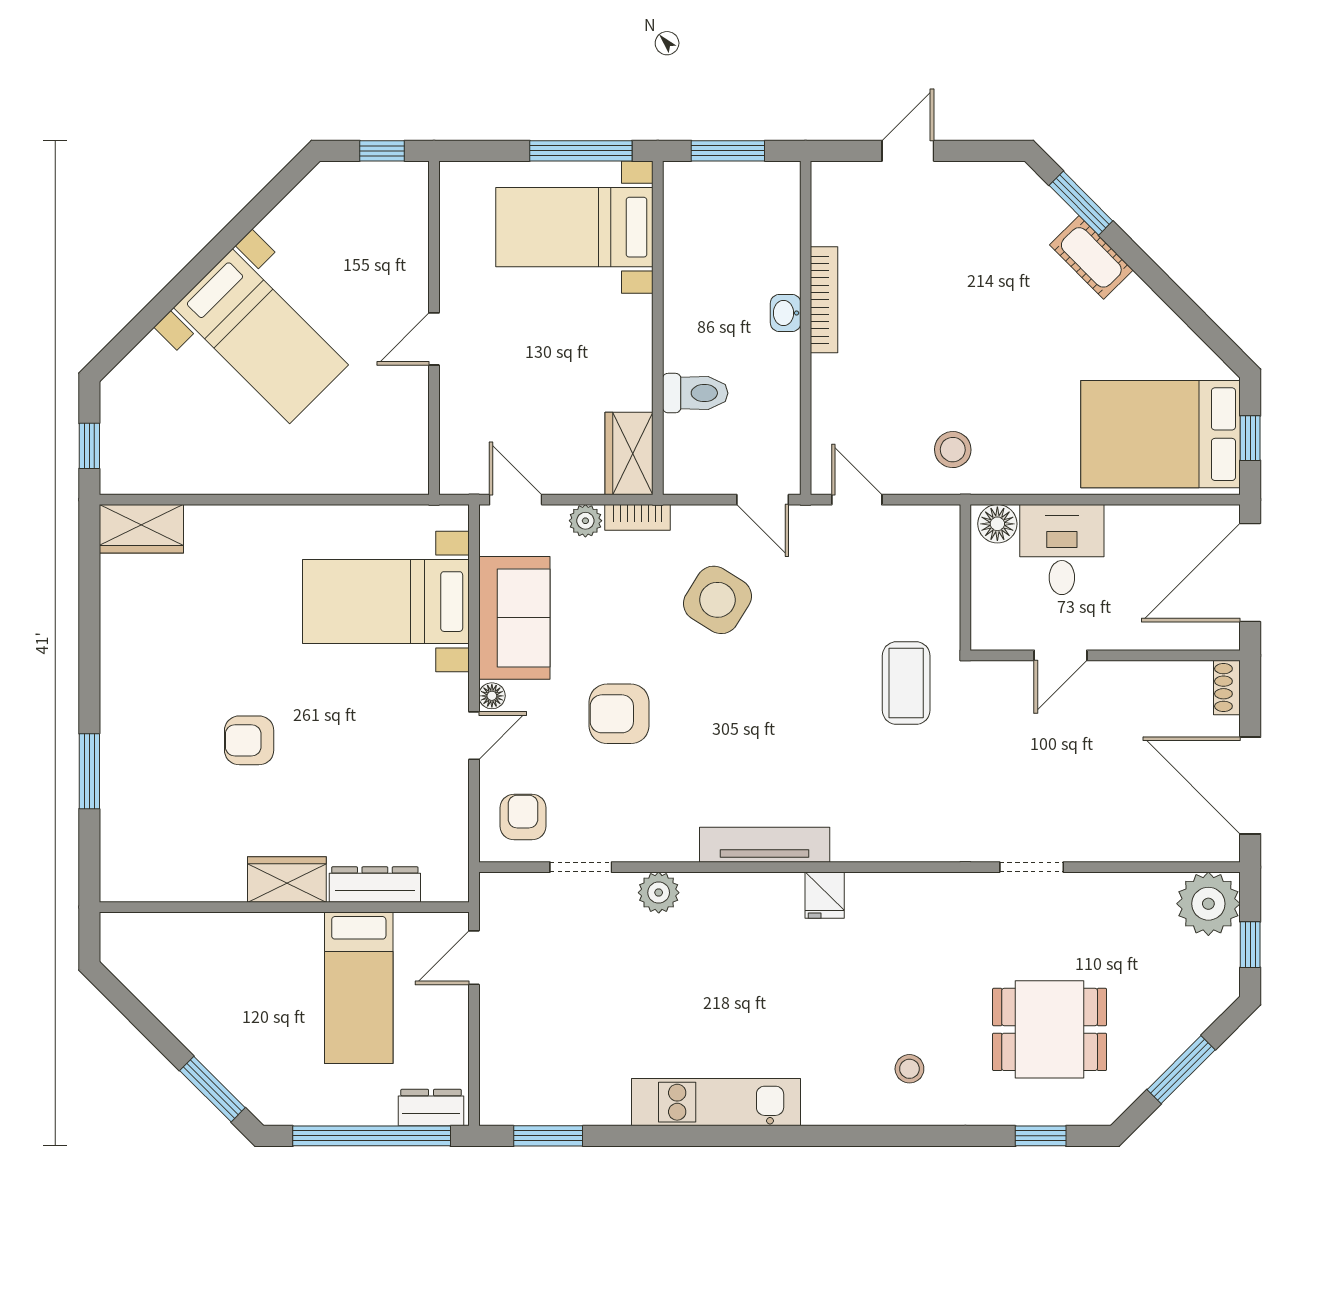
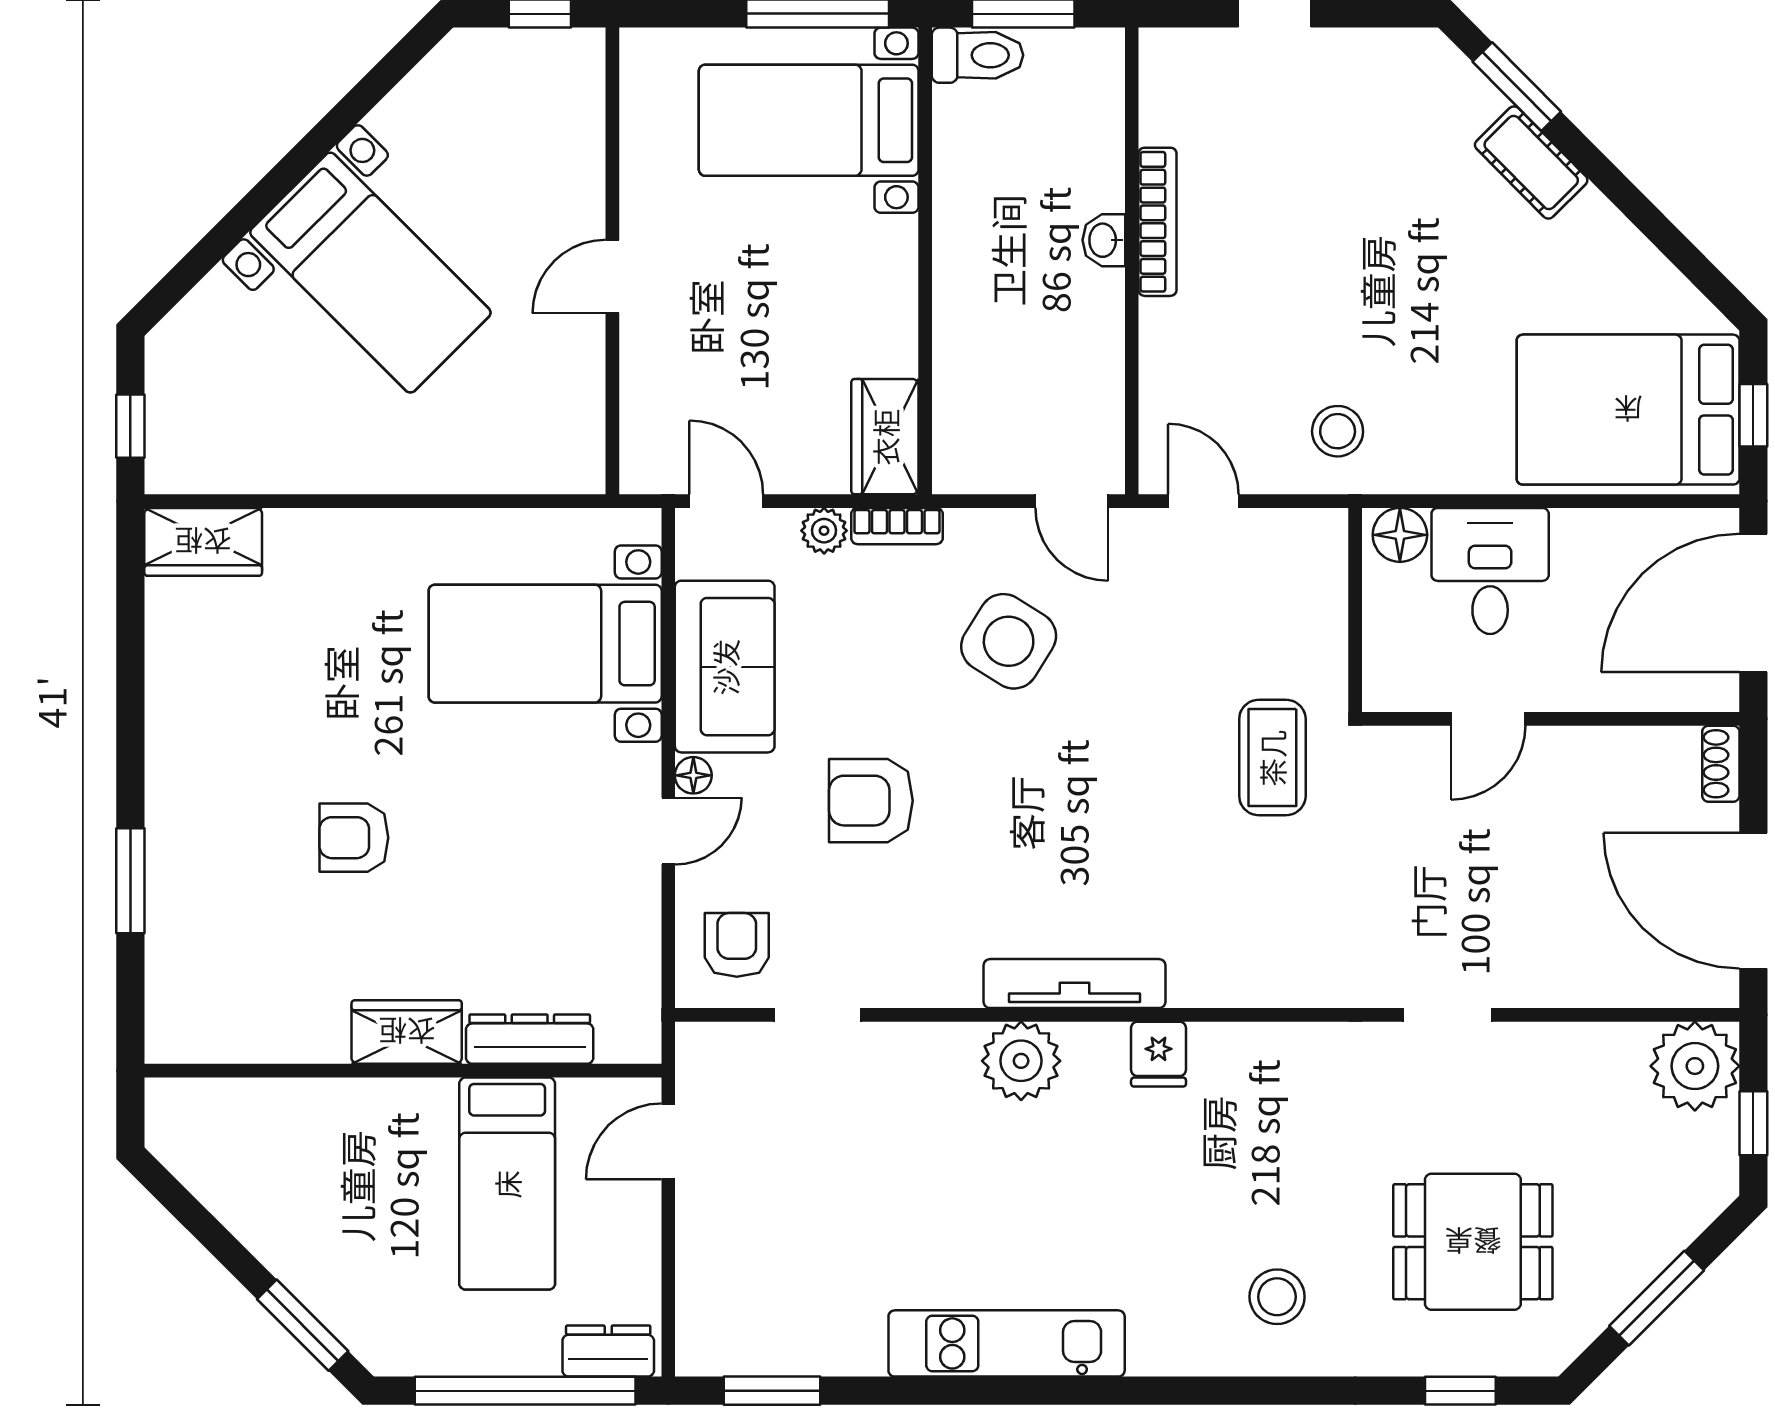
toilet: (695, 393) -> (977, 55), moved
plant: (659, 893) -> (1021, 1061), moved, width x1.36, depth x1.36
stool: (909, 1069) -> (1277, 1297), width x1.37, depth x1.37

